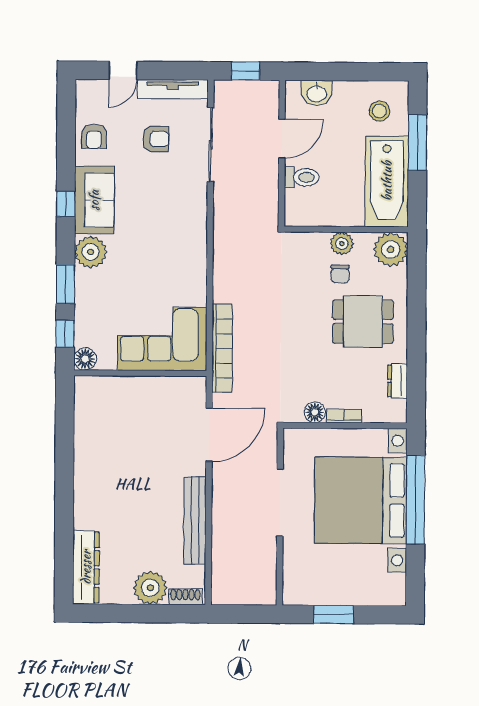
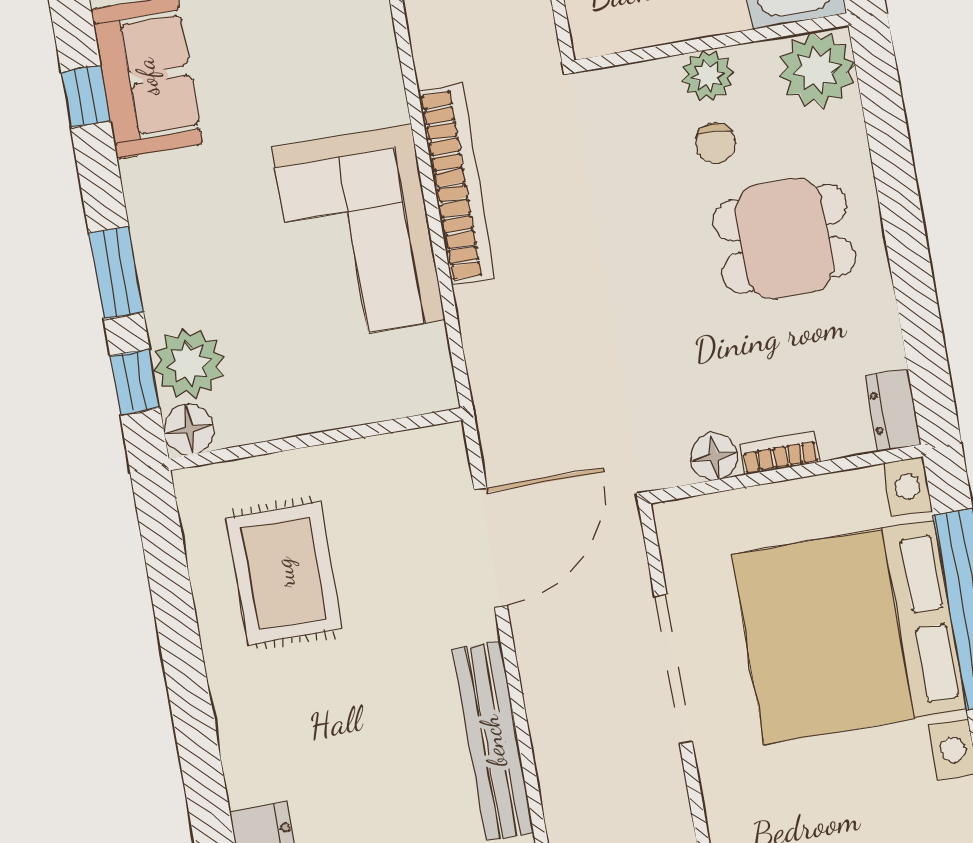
plant: (91, 252) -> (189, 363), moved
corner sofa: (162, 339) -> (358, 234), moved, turned -90
bookcase: (222, 348) -> (457, 185), moved
dresser: (398, 381) -> (893, 410), moved
rug: (116, 430) -> (284, 573), added

